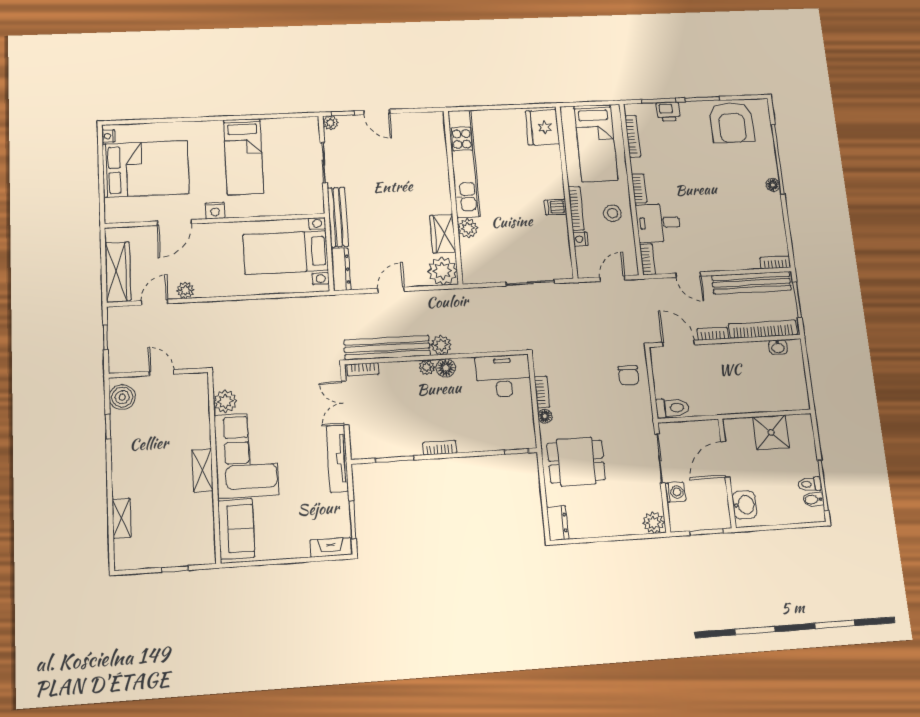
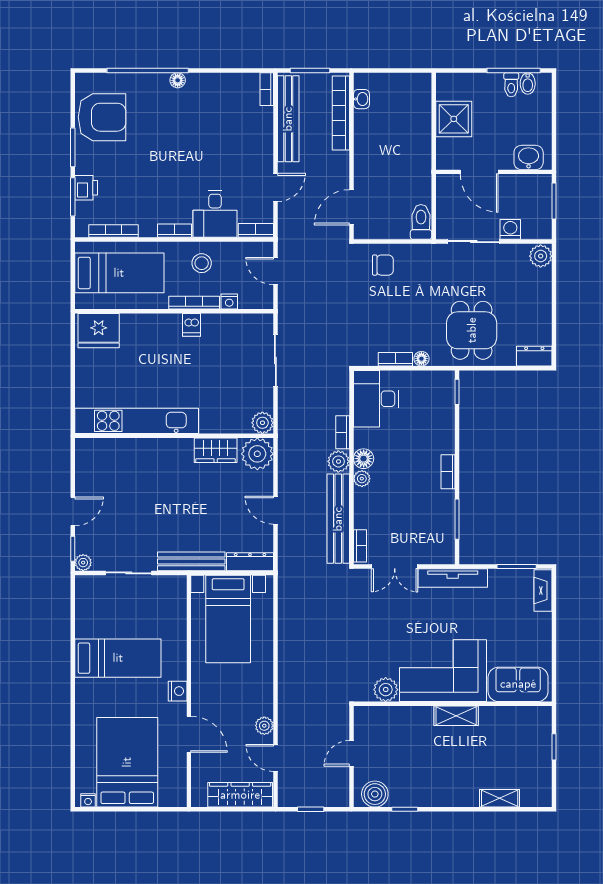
plant: (468, 228) -> (262, 423), moved
bookcase: (713, 334) -> (343, 432), moved

